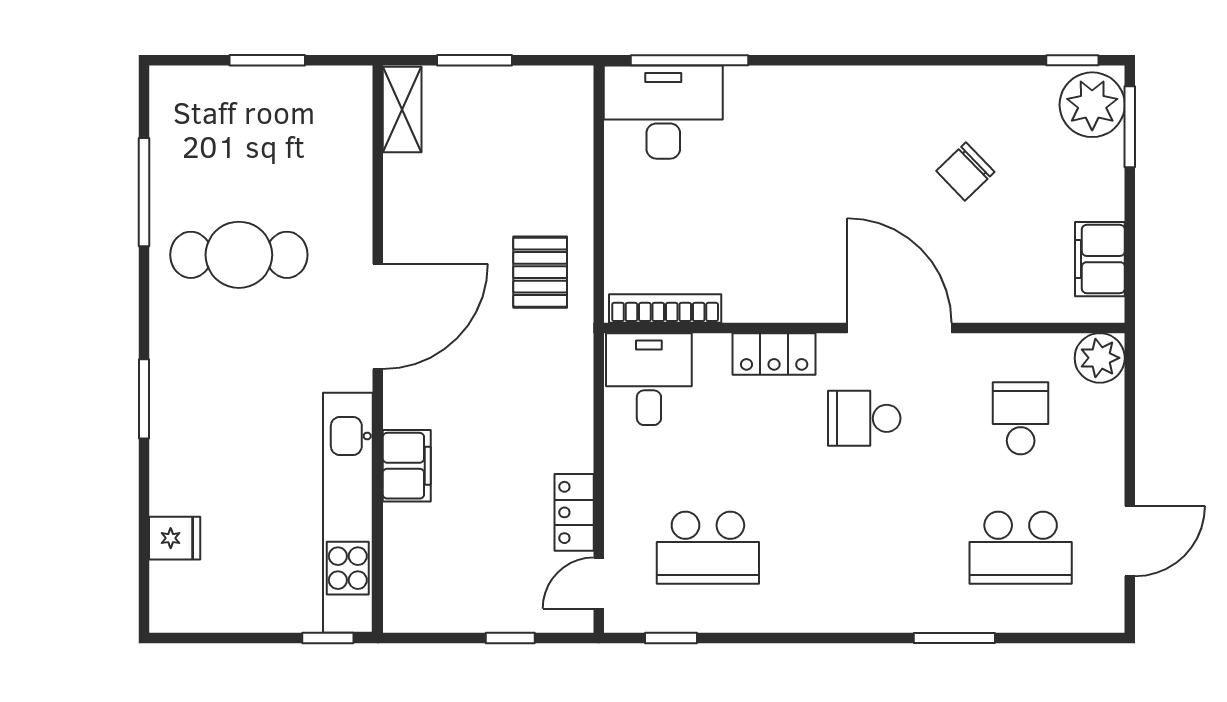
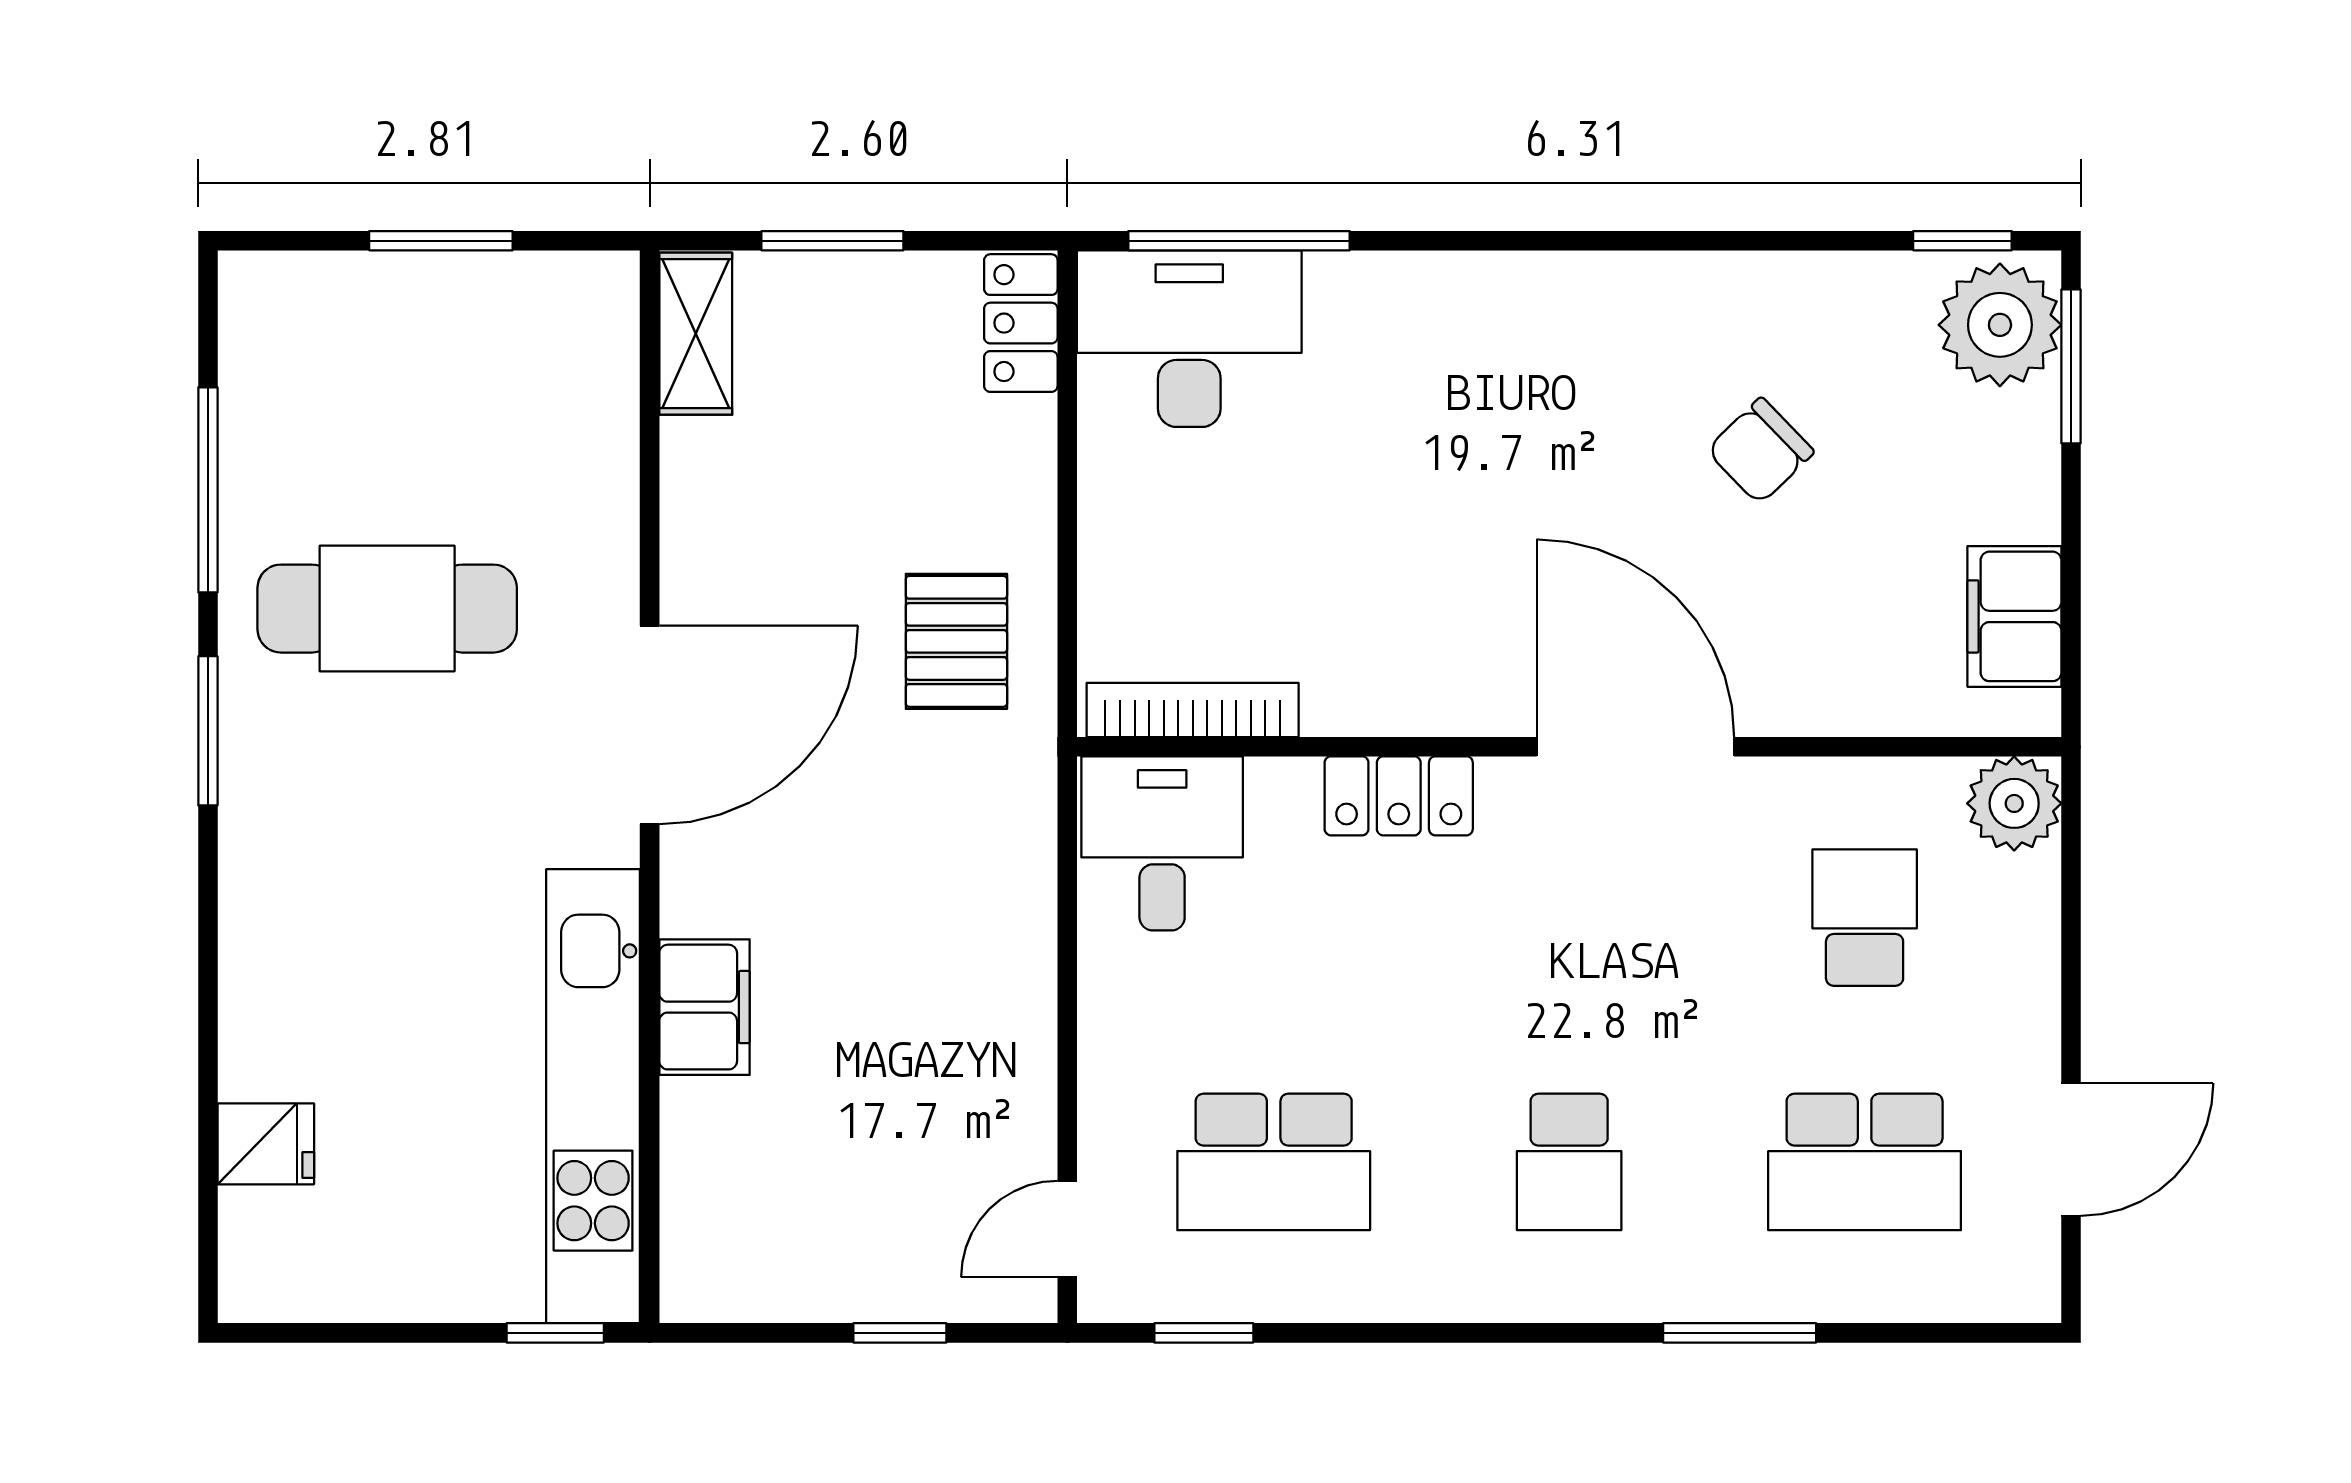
window: (144, 399) -> (208, 731), moved
school desk: (864, 418) -> (1569, 1162), moved, turned -90
locker: (574, 512) -> (1021, 323), moved

